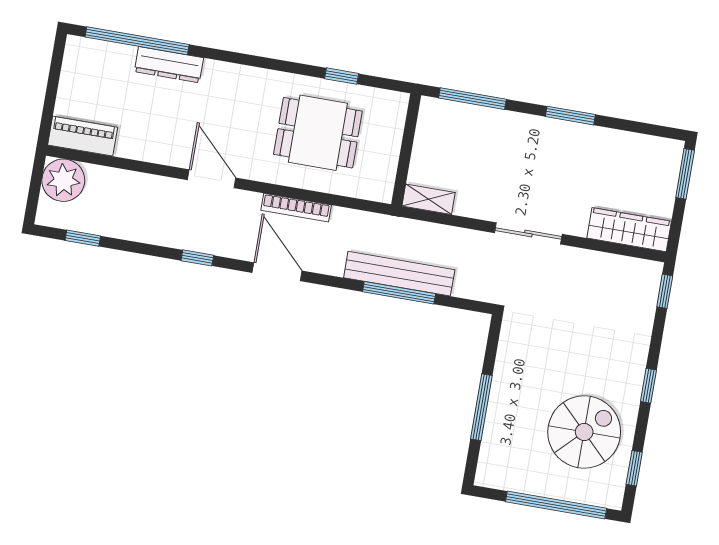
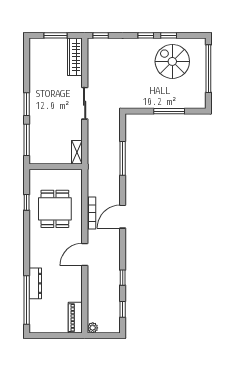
window: (570, 116) -> (27, 104), moved
window: (685, 174) -> (56, 35), moved
plant: (63, 180) -> (93, 328), width x0.53, depth x0.53
window: (197, 258) -> (123, 278), moved
bench: (399, 274) -> (114, 160), removed
window: (634, 468) -> (169, 35), moved

